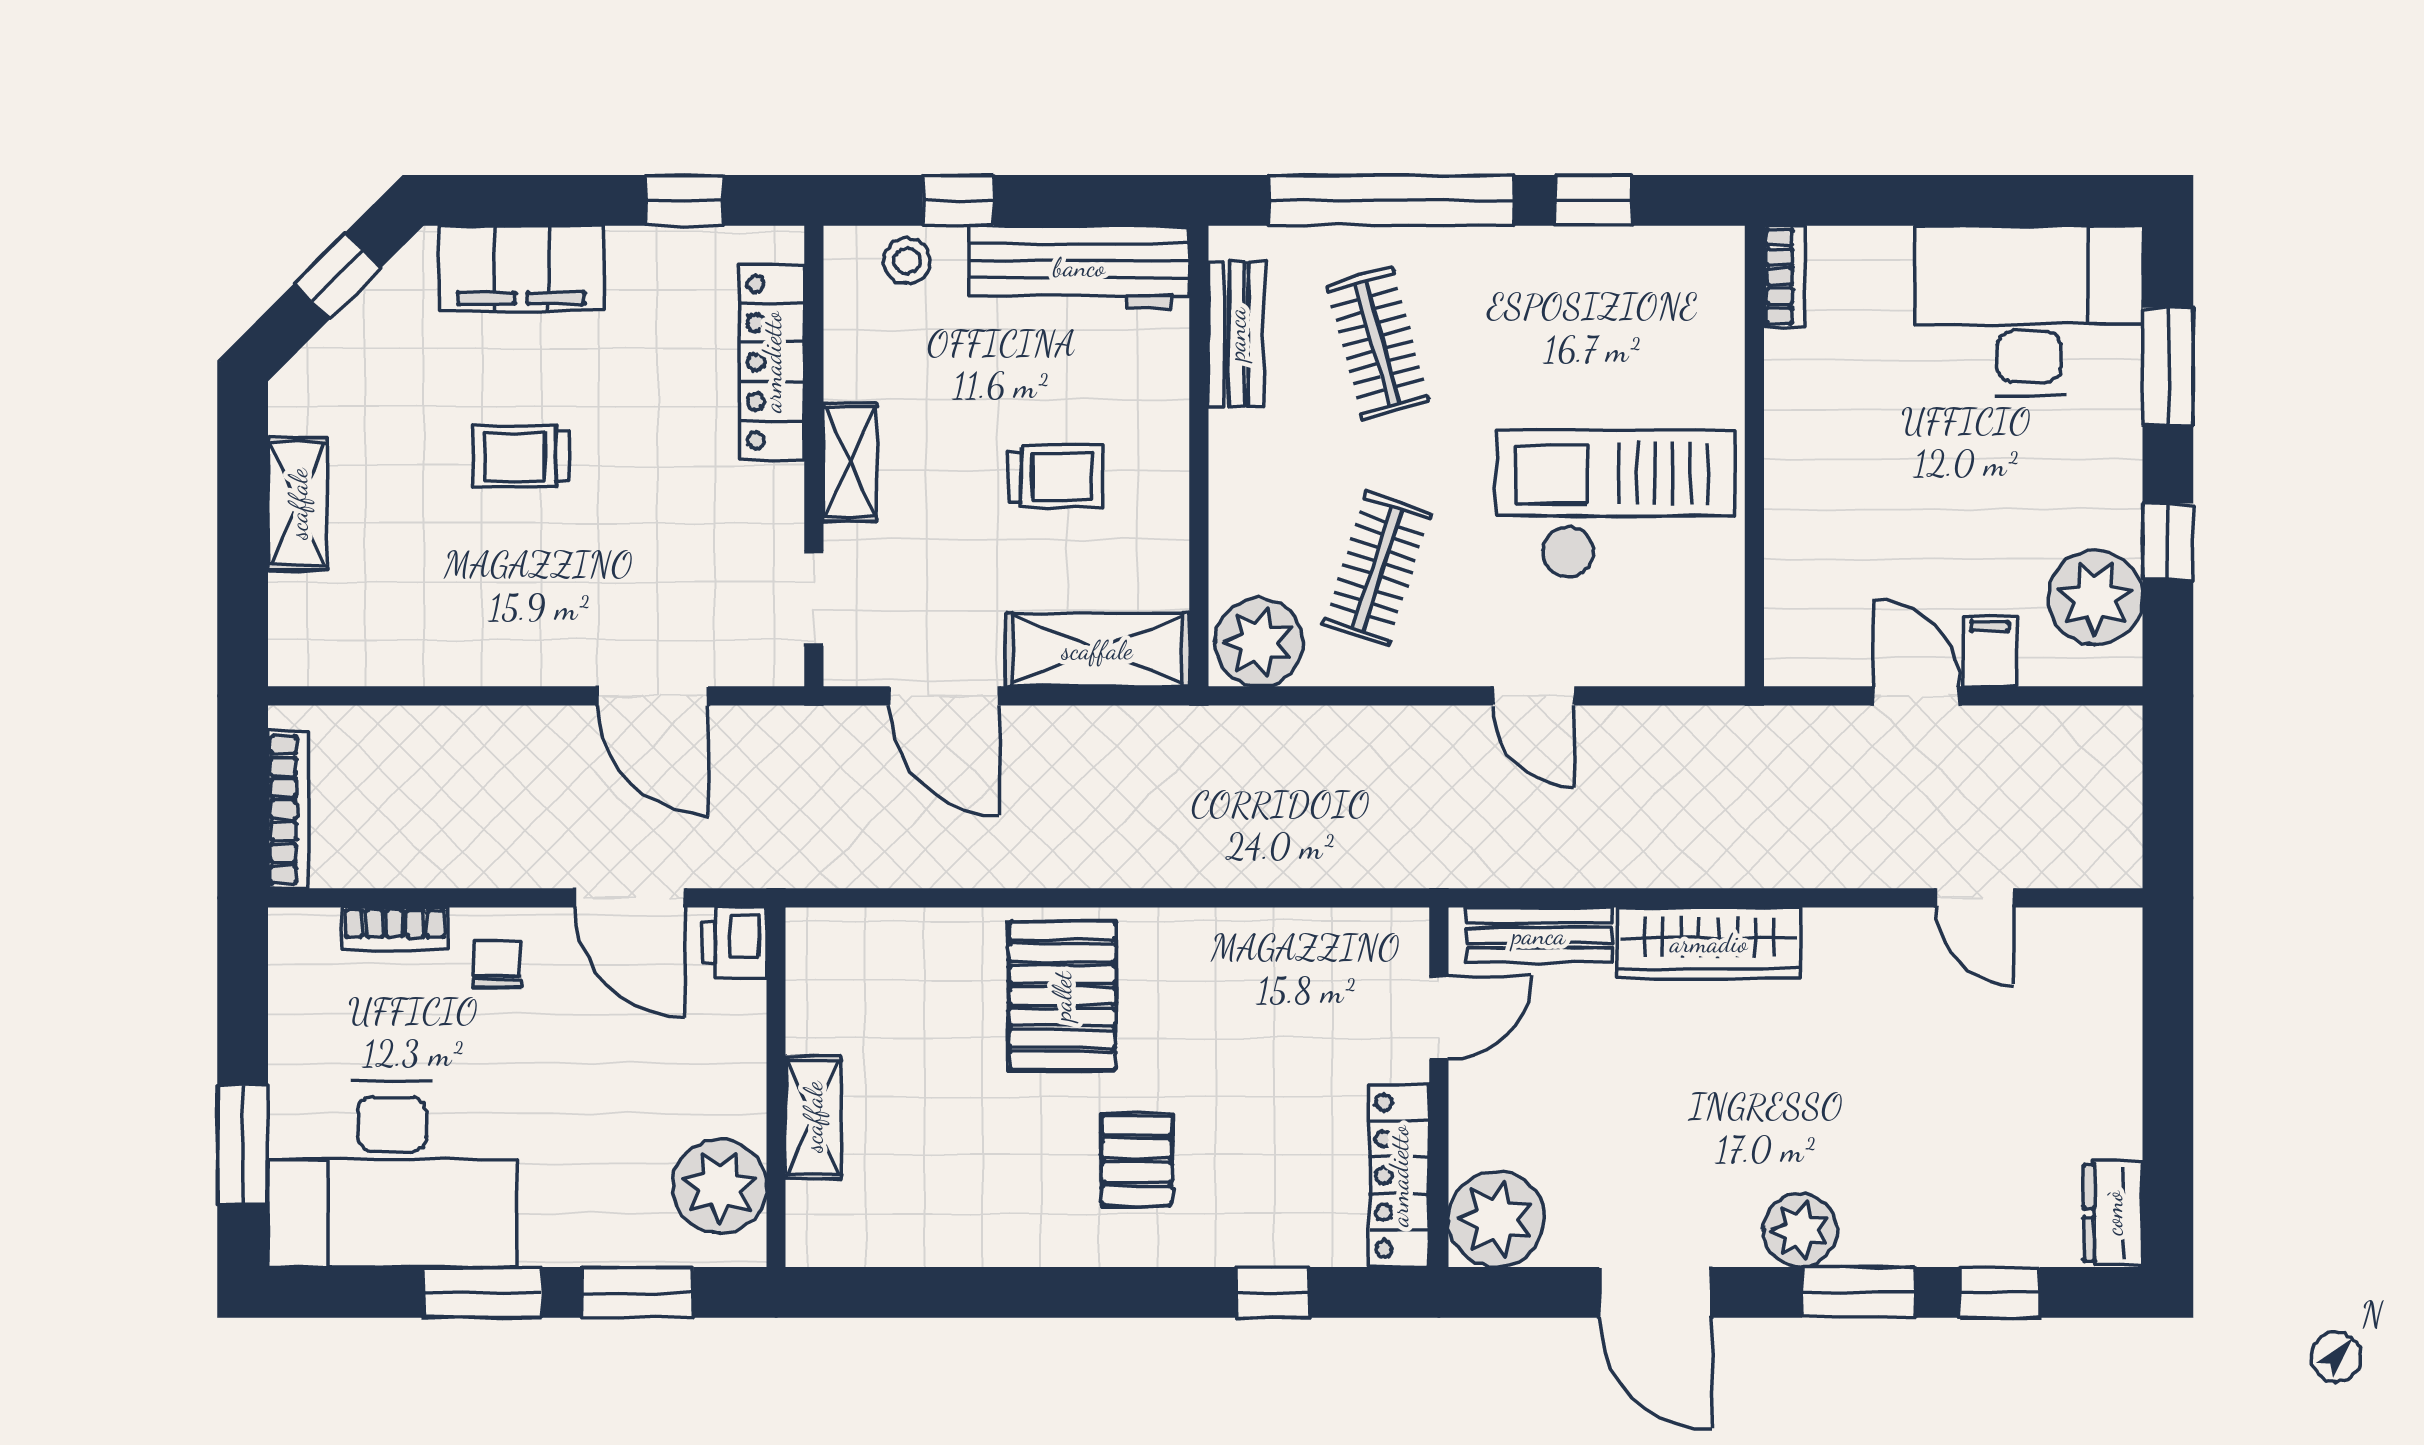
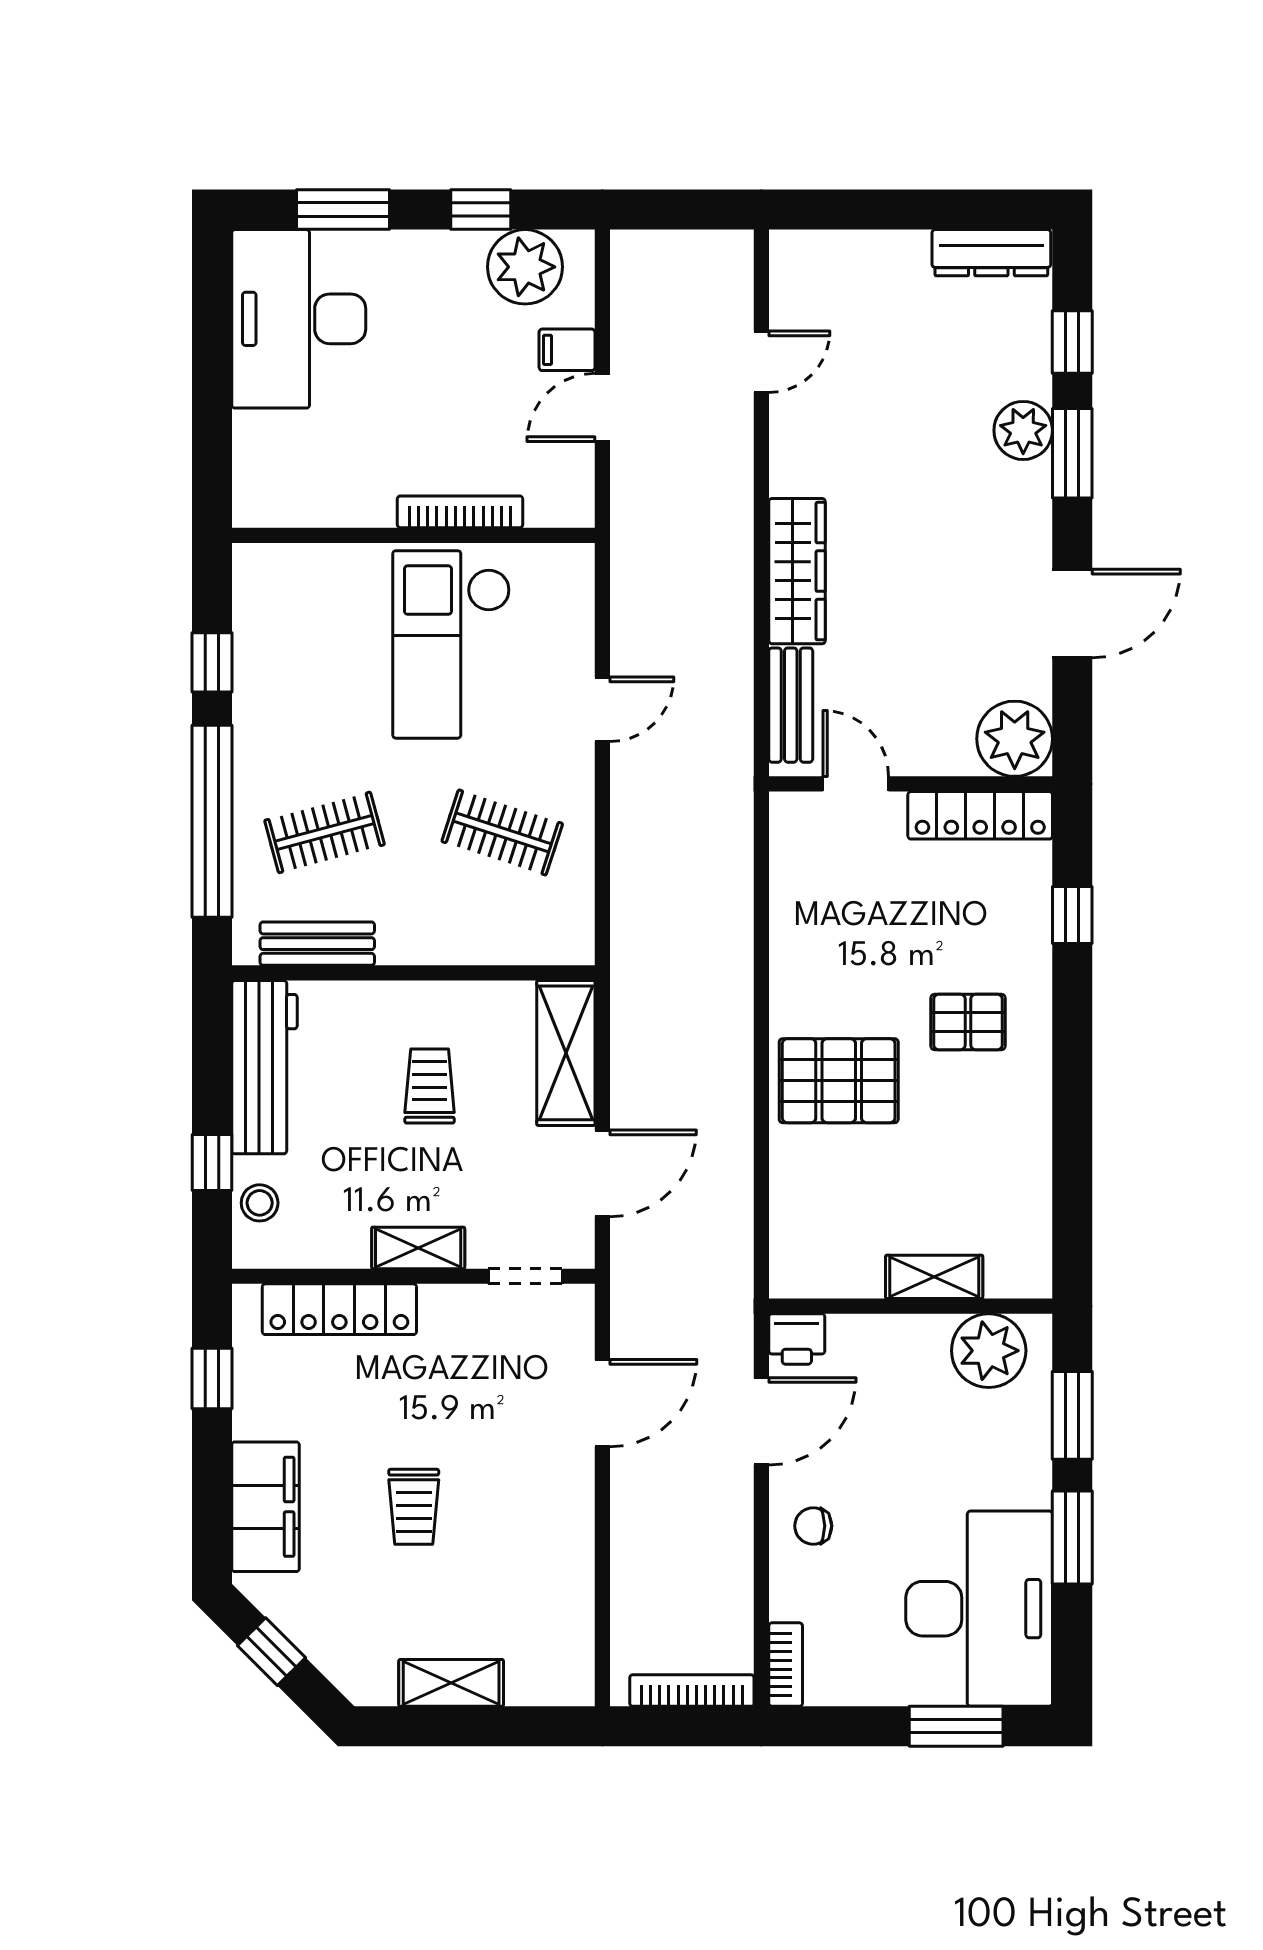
bookcase: (1784, 276) -> (460, 512), moved, width x1.56
plant: (1259, 642) -> (560, 926), removed
bookcase: (395, 929) -> (786, 1665), moved
dresser: (2113, 1213) -> (991, 253), width x1.44
plant: (1800, 1230) -> (1023, 430), moved

